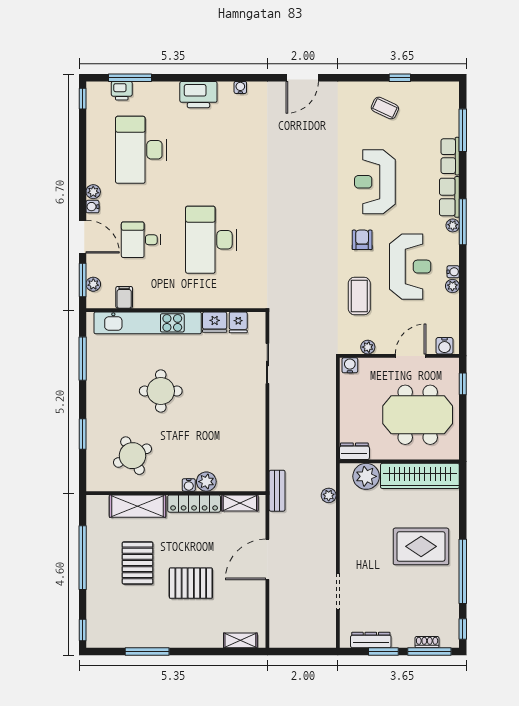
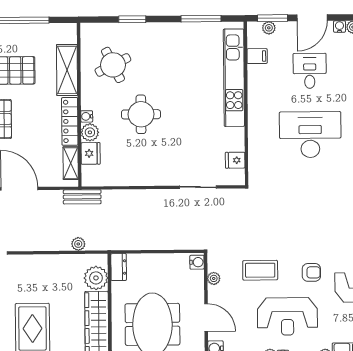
fridge: (215, 322) -> (91, 153), moved, turned 180
round table: (161, 391) -> (141, 114), moved

